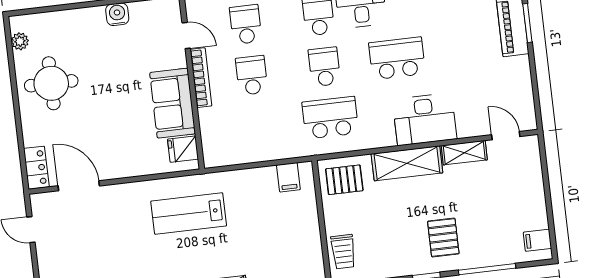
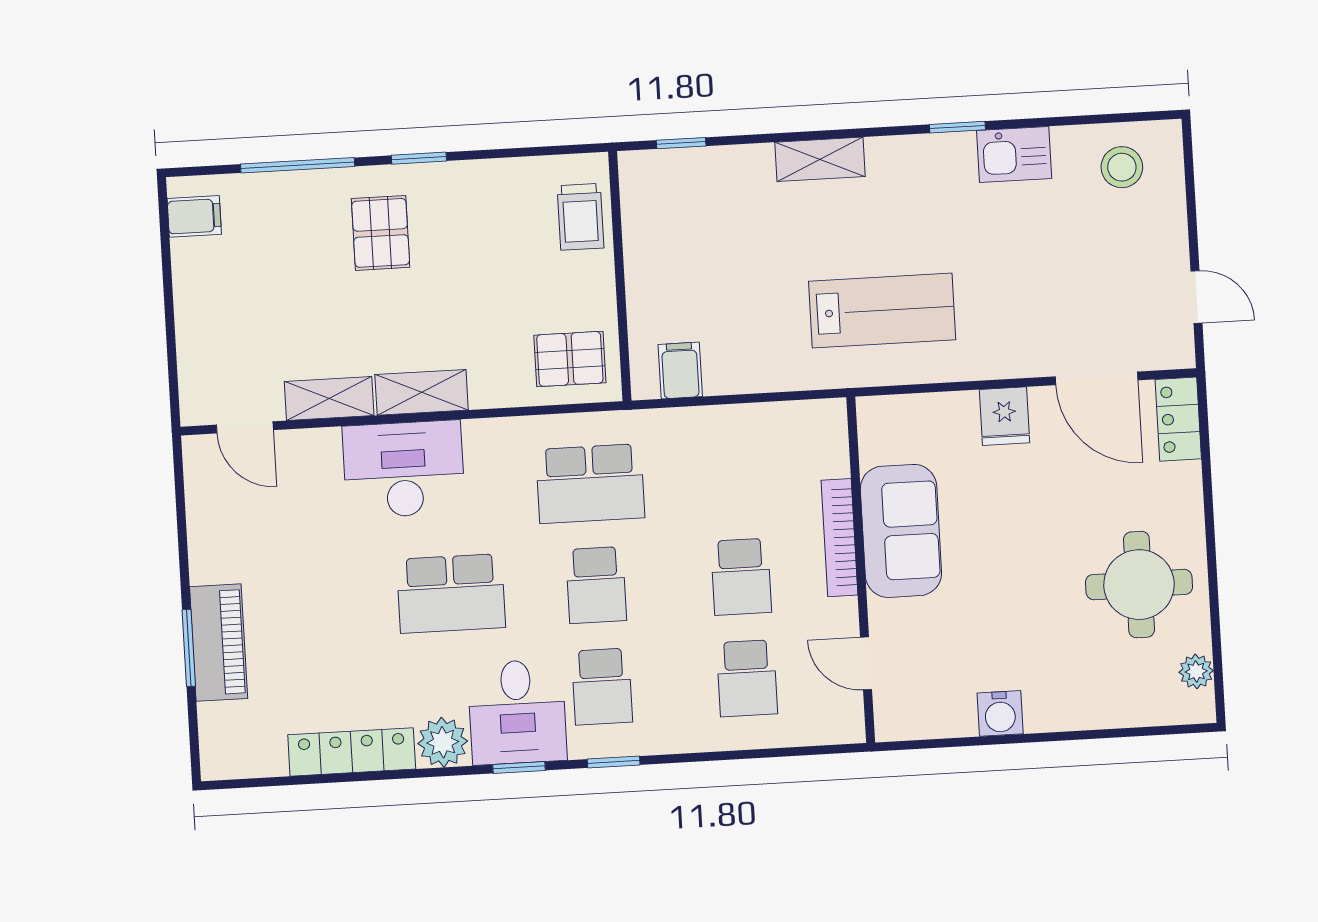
bookcase: (201, 78) -> (839, 538), moved
fridge: (183, 149) -> (1004, 416), moved, turned 90
shelving: (407, 163) -> (422, 392), width x0.67, depth x0.75
trolley: (343, 252) -> (580, 217), turned 180

